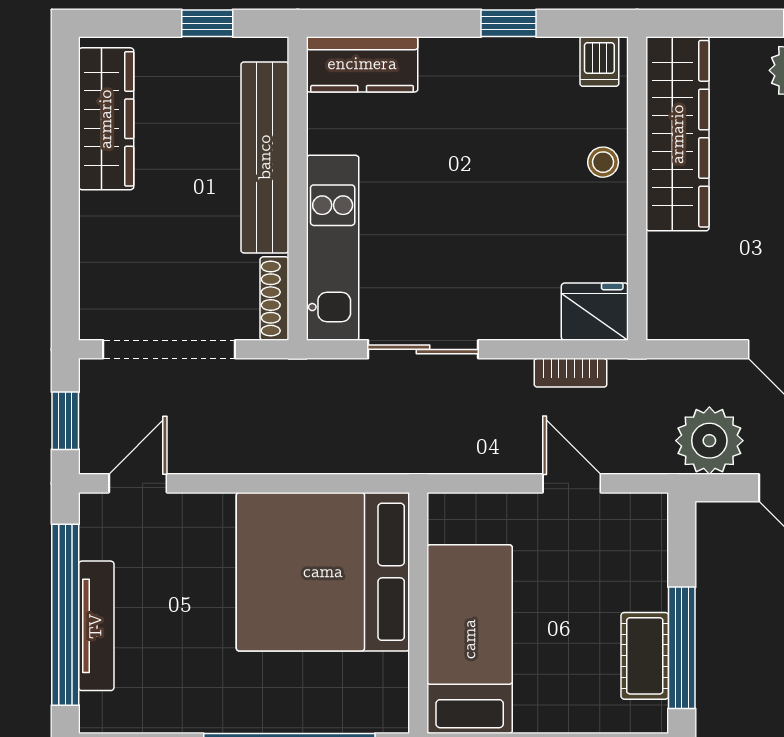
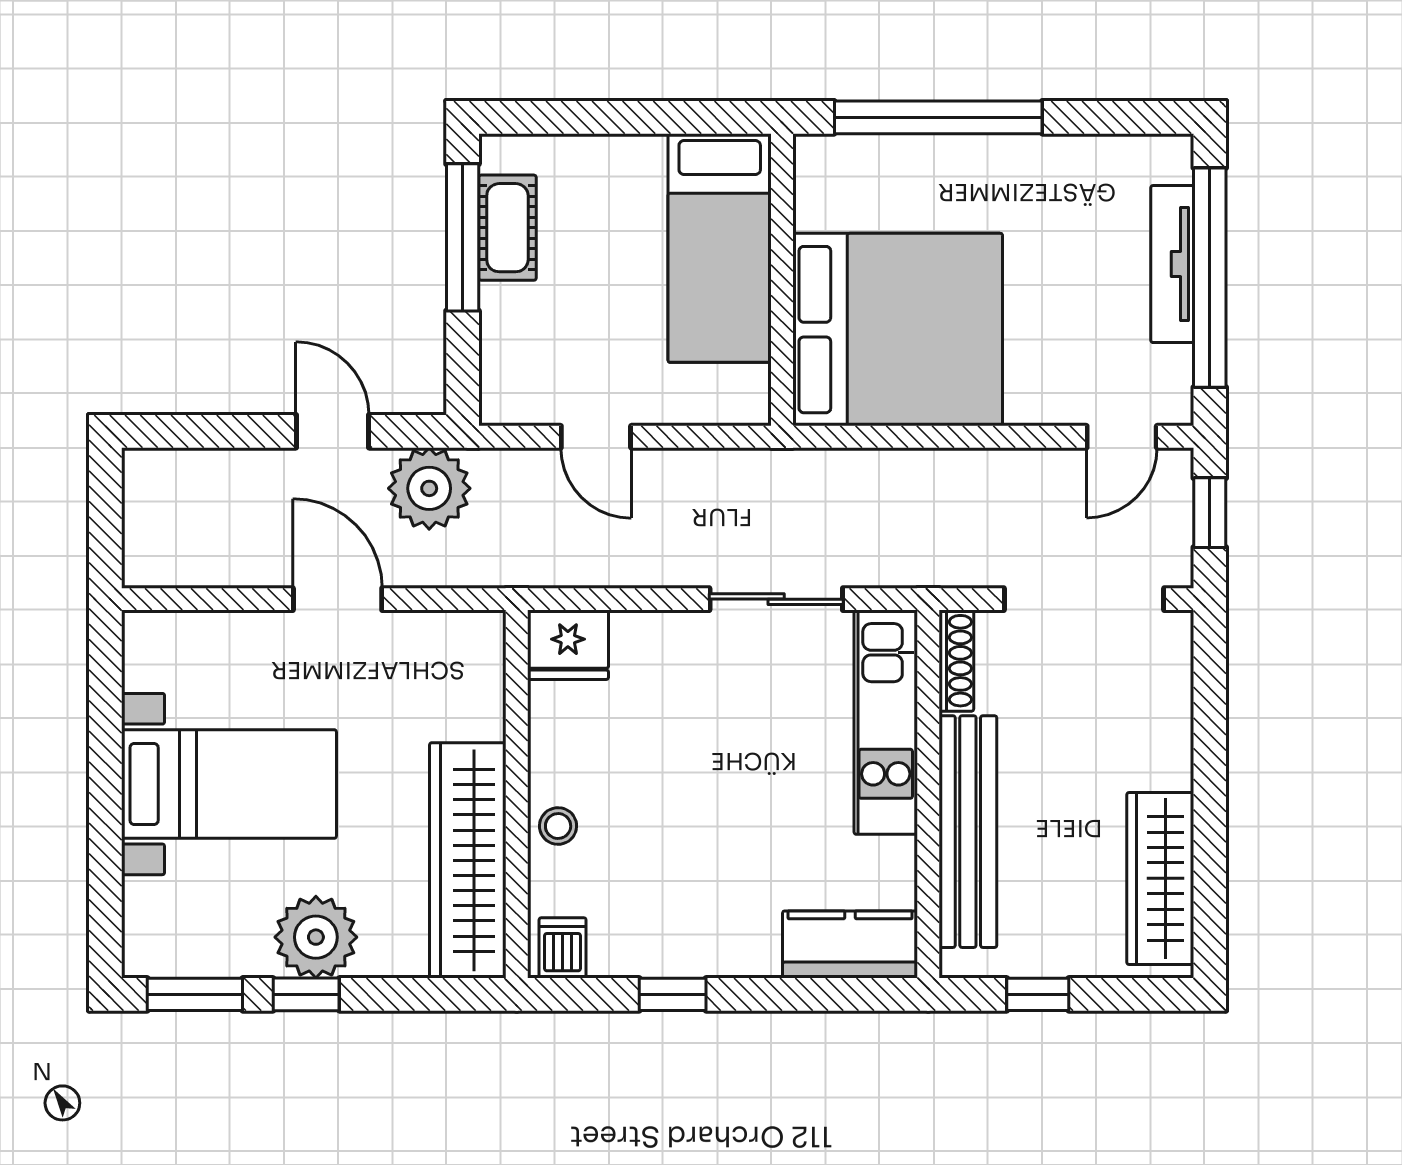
bookcase: (571, 373) -> (597, 571), removed

